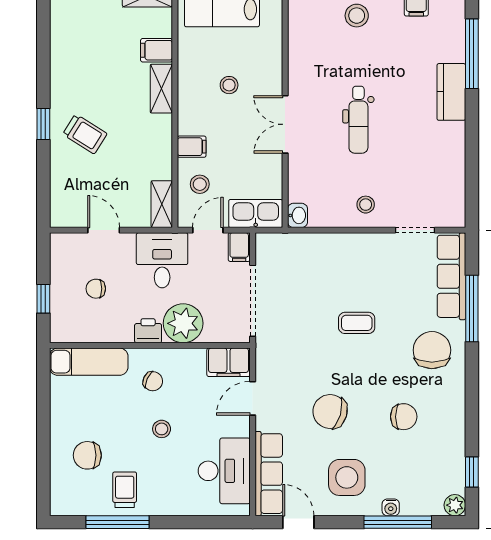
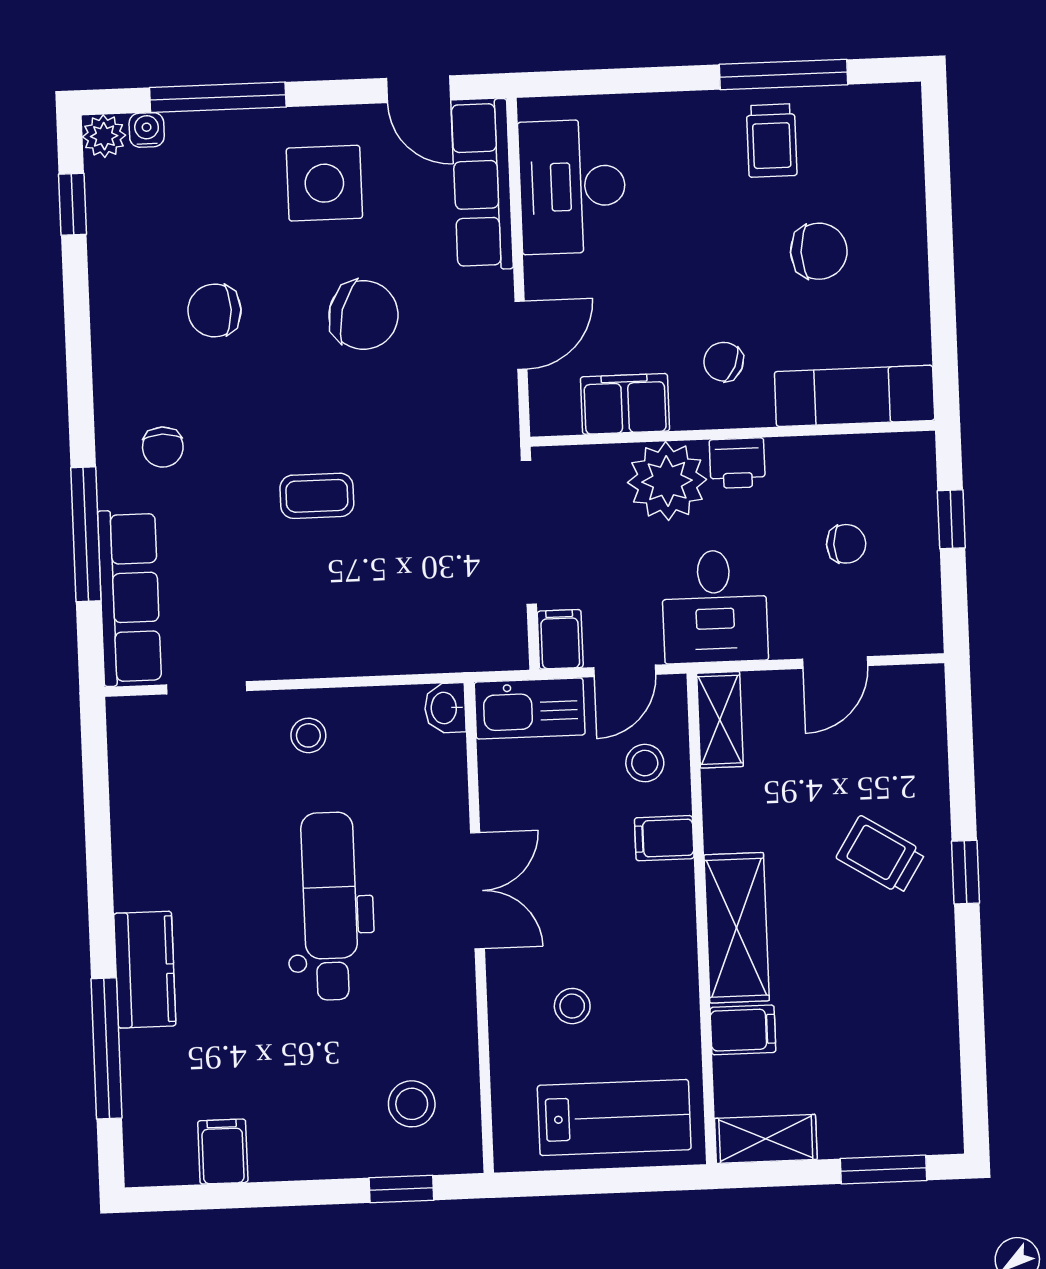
stool: (357, 16) -> (412, 1104), moved
stool: (229, 85) -> (572, 1006), moved
shelving: (161, 89) -> (737, 928), width x1.50, depth x1.33
dental chair: (358, 120) -> (330, 906), width x1.36, depth x1.38
door: (104, 230) -> (835, 662), hinge flipped
chair: (432, 350) -> (163, 447), width x0.54, depth x0.54
filing cabinet: (228, 362) -> (625, 404), moved
stool: (162, 429) -> (702, 266), removed
chair: (87, 455) -> (819, 251), moved
water cooler: (391, 507) -> (147, 130), moved

